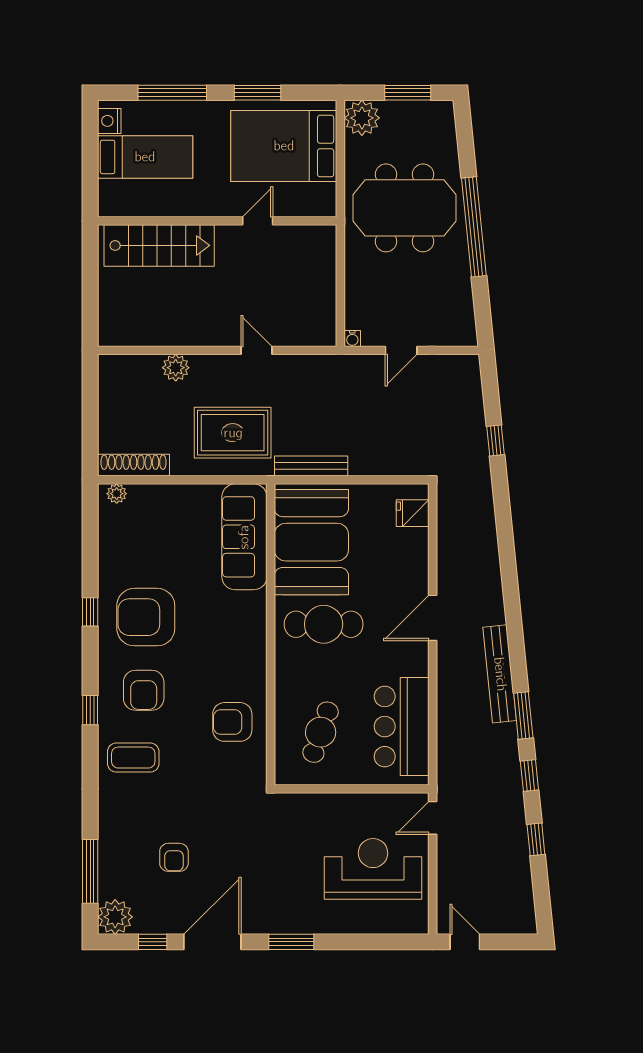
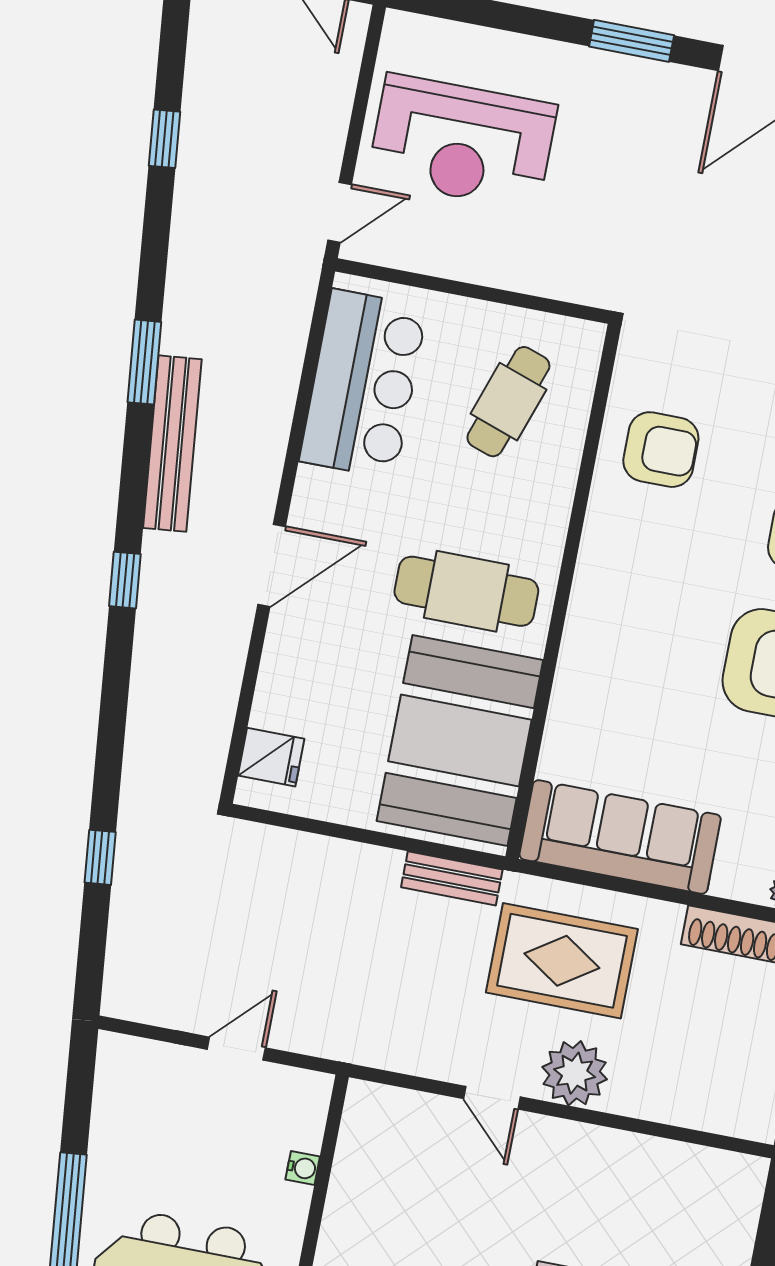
water cooler: (352, 339) -> (303, 1168), moved, turned 90
plant: (176, 368) -> (575, 1073), moved, width x1.36, depth x1.36
bench: (311, 466) -> (452, 878), width x0.73
sofa: (244, 537) -> (620, 837), moved, turned -90
window: (529, 776) -> (125, 580), moved

